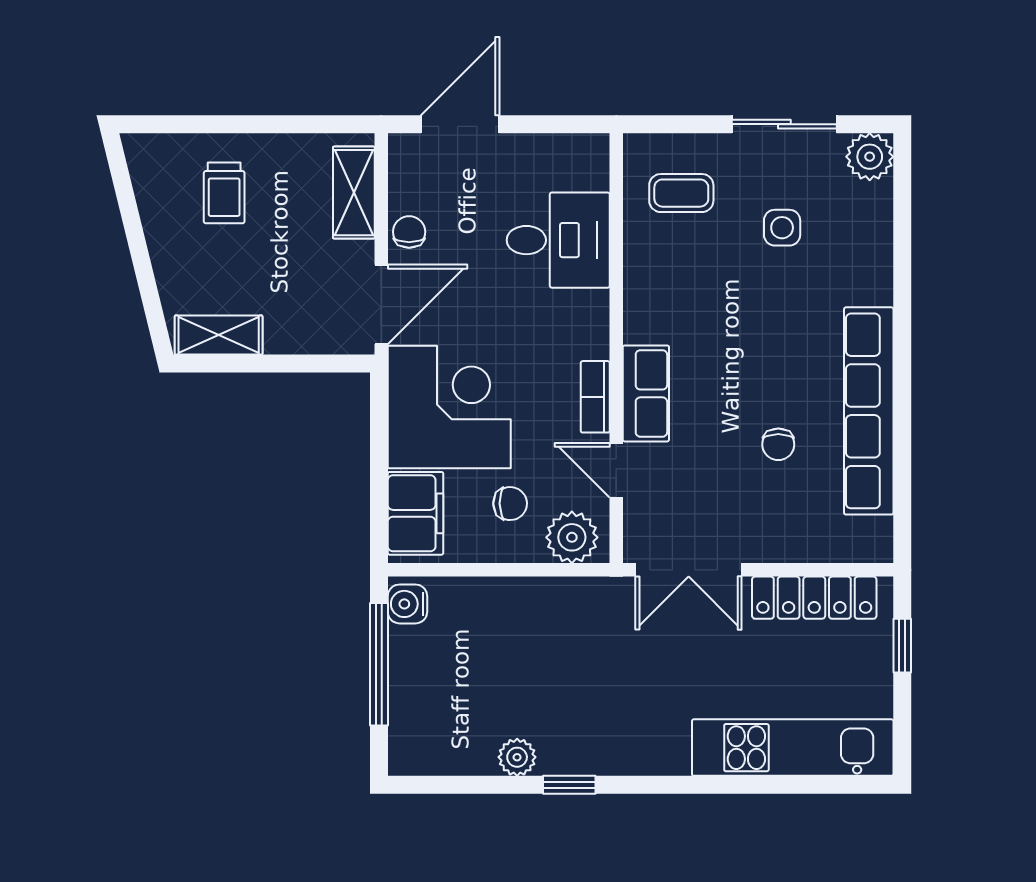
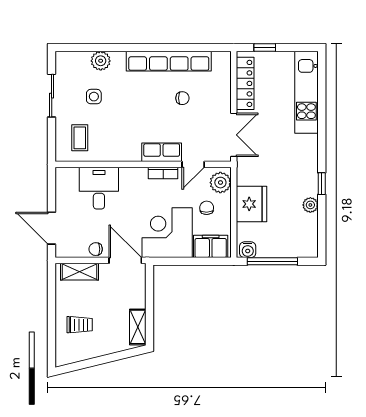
plant: (870, 157) -> (101, 61), moved
fridge: (520, 613) -> (252, 204), added

